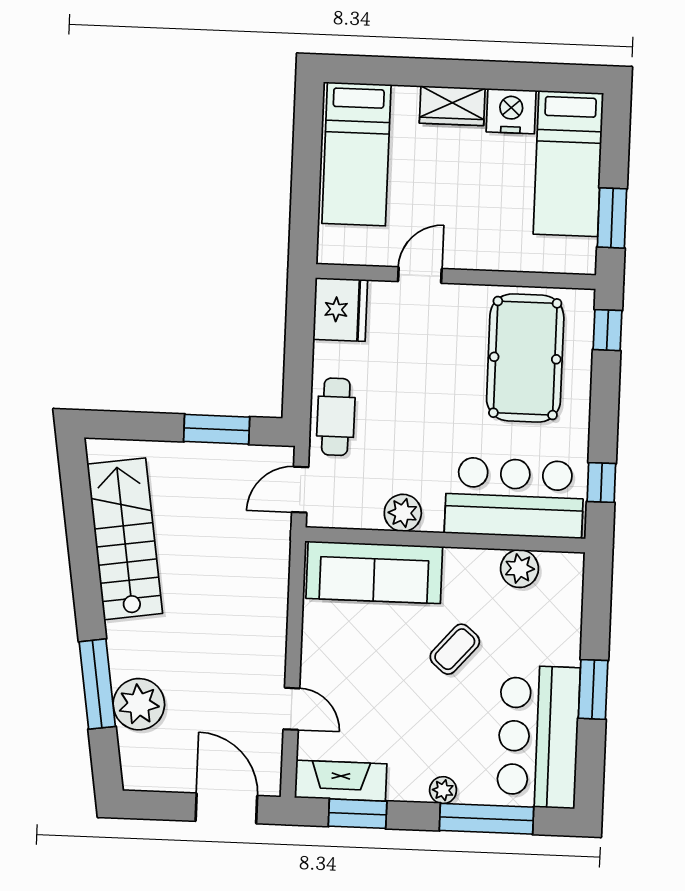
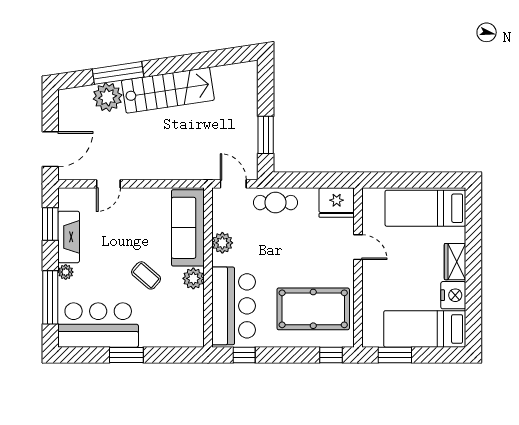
stairs: (125, 539) -> (168, 90), moved
plant: (520, 569) -> (193, 278), moved
fireplace: (341, 781) -> (69, 237), moved

